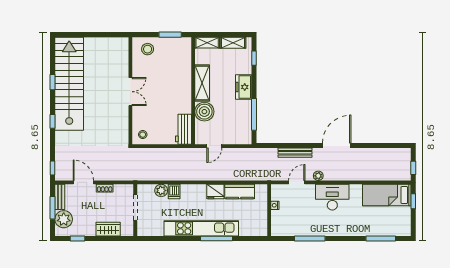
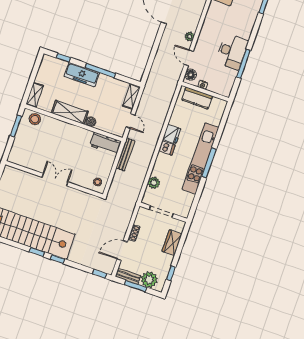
shelving: (233, 43) -> (131, 96), moved
stool: (148, 49) -> (35, 119), moved
window: (53, 82) -> (37, 252), moved
freezer: (244, 87) -> (82, 75), width x1.40
boiler: (204, 112) -> (91, 122), width x0.54, depth x0.54
window: (254, 114) -> (100, 70), moved
bench: (295, 153) -> (125, 154), moved
floor lamp: (281, 190) -> (191, 75), added
dishwasher: (174, 192) -> (167, 148), moved
kitchen counter: (240, 192) -> (197, 98), moved, turned 90
desk: (332, 197) -> (232, 52), moved, turned 180
window: (217, 238) -> (209, 163), moved

